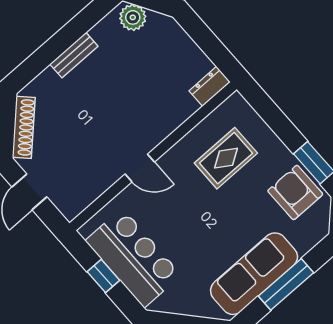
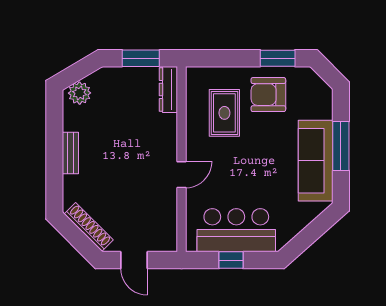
window: (210, 44) -> (141, 58), added
dresser: (210, 86) -> (168, 90), width x1.44
armchair: (295, 193) -> (268, 95), moved

